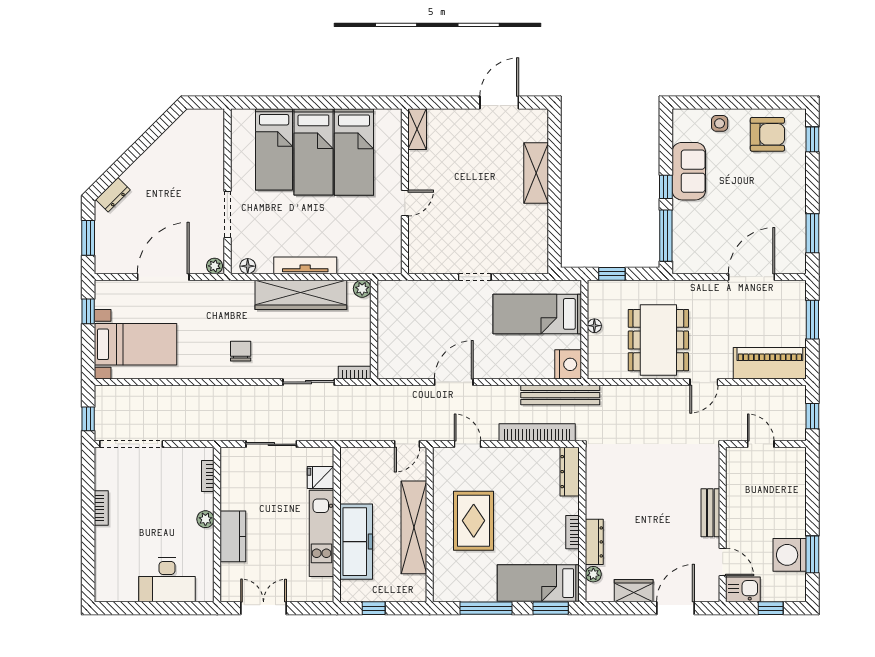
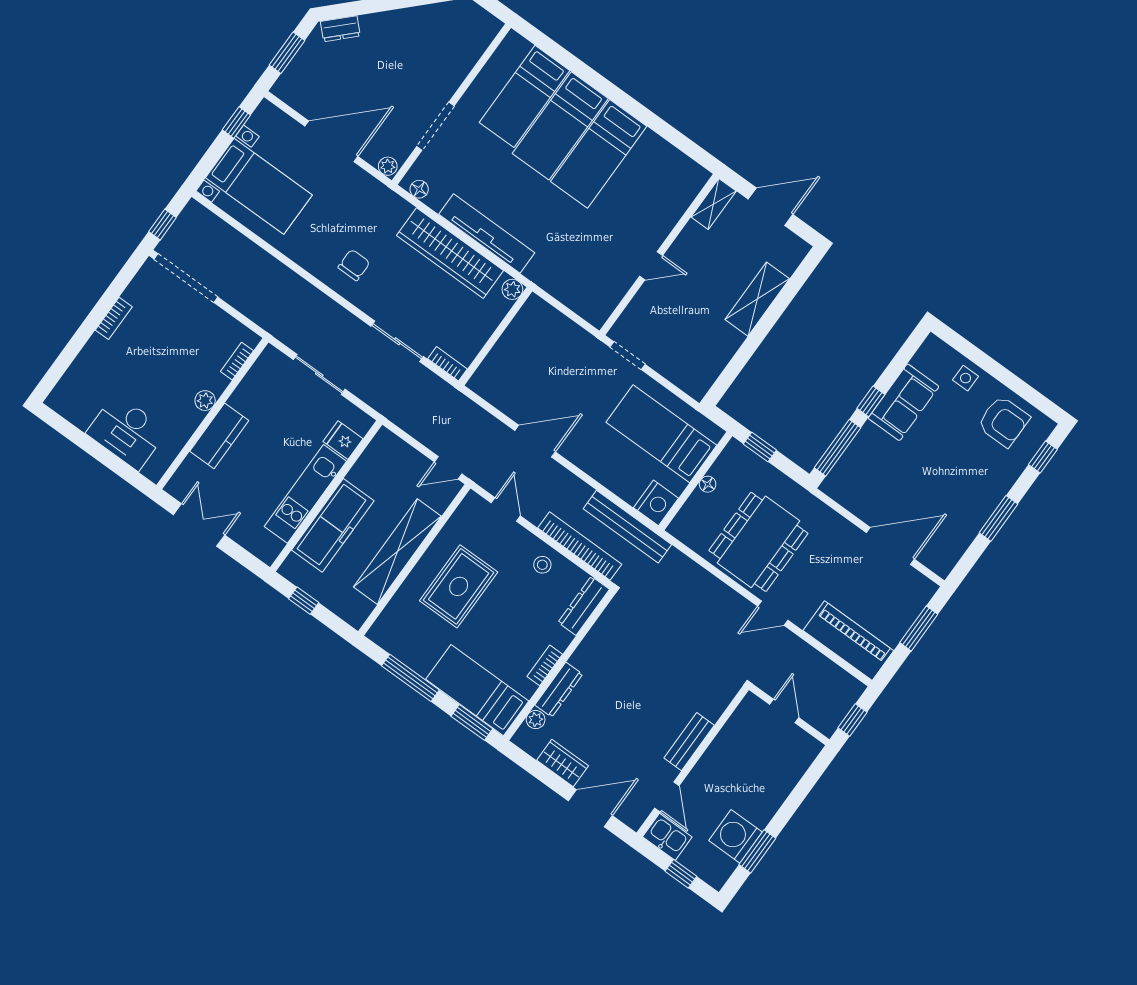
shelving: (417, 129) -> (714, 204), moved
wall: (405, 191) -> (659, 255), moved
door: (405, 203) -> (651, 266), moved
window: (812, 233) -> (998, 518), moved
tv unit: (305, 265) -> (487, 233), width x1.36, depth x1.29
stool: (521, 464) -> (542, 565), added

